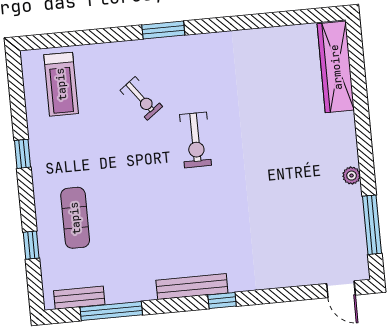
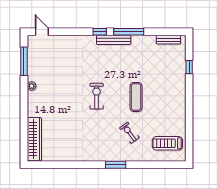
treadmill: (61, 84) -> (167, 143), turned -90
exercise bike: (196, 140) -> (97, 96), moved
window: (22, 154) -> (189, 111), removed
exercise mat: (75, 218) -> (136, 97), moved
window: (111, 311) -> (129, 32), moved

